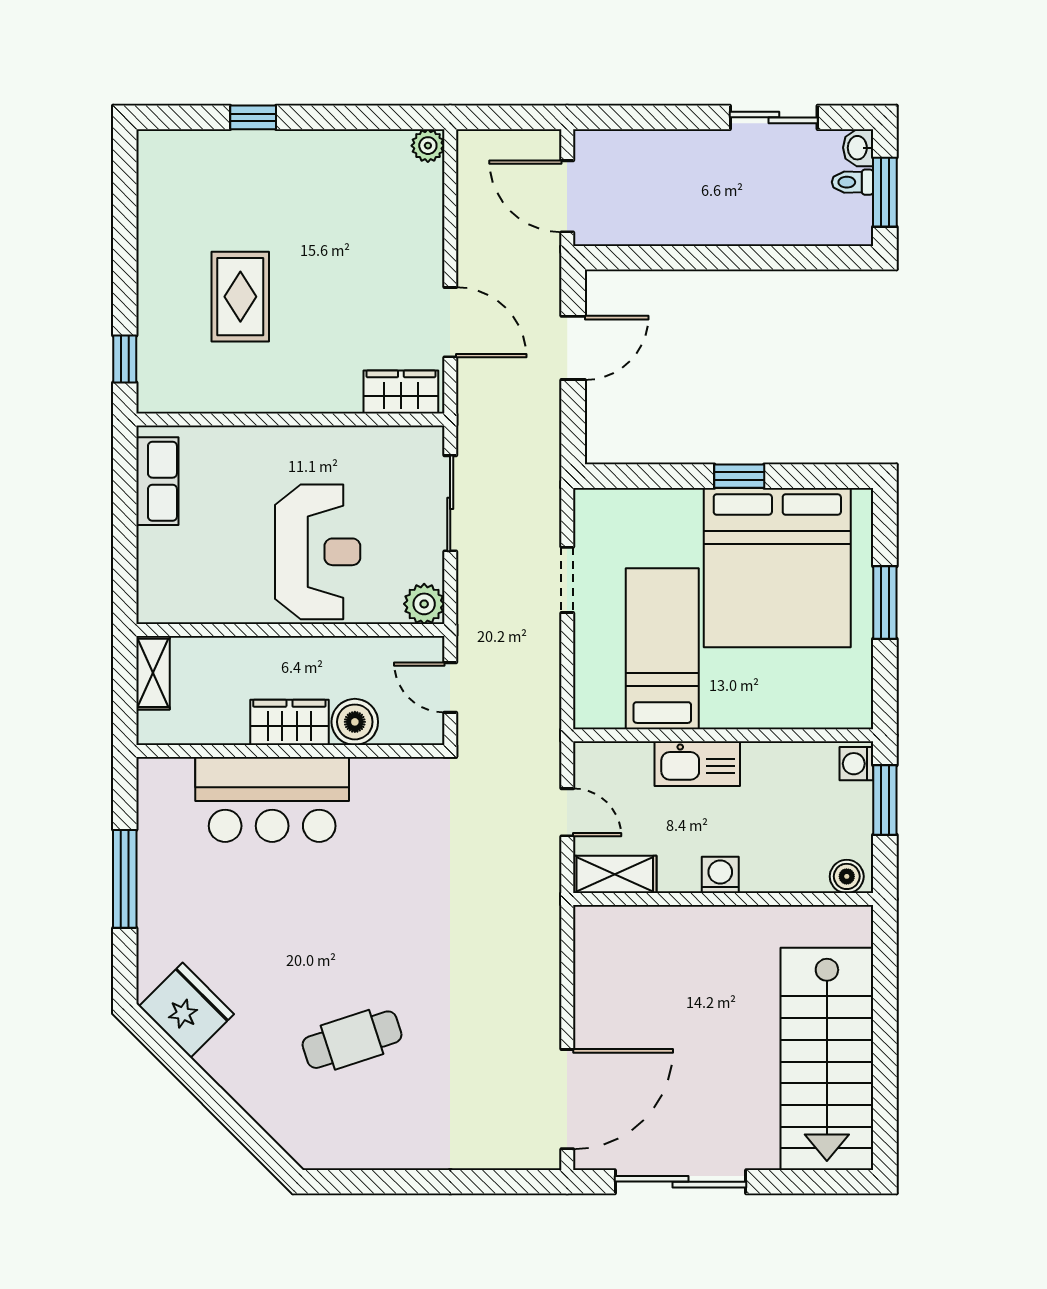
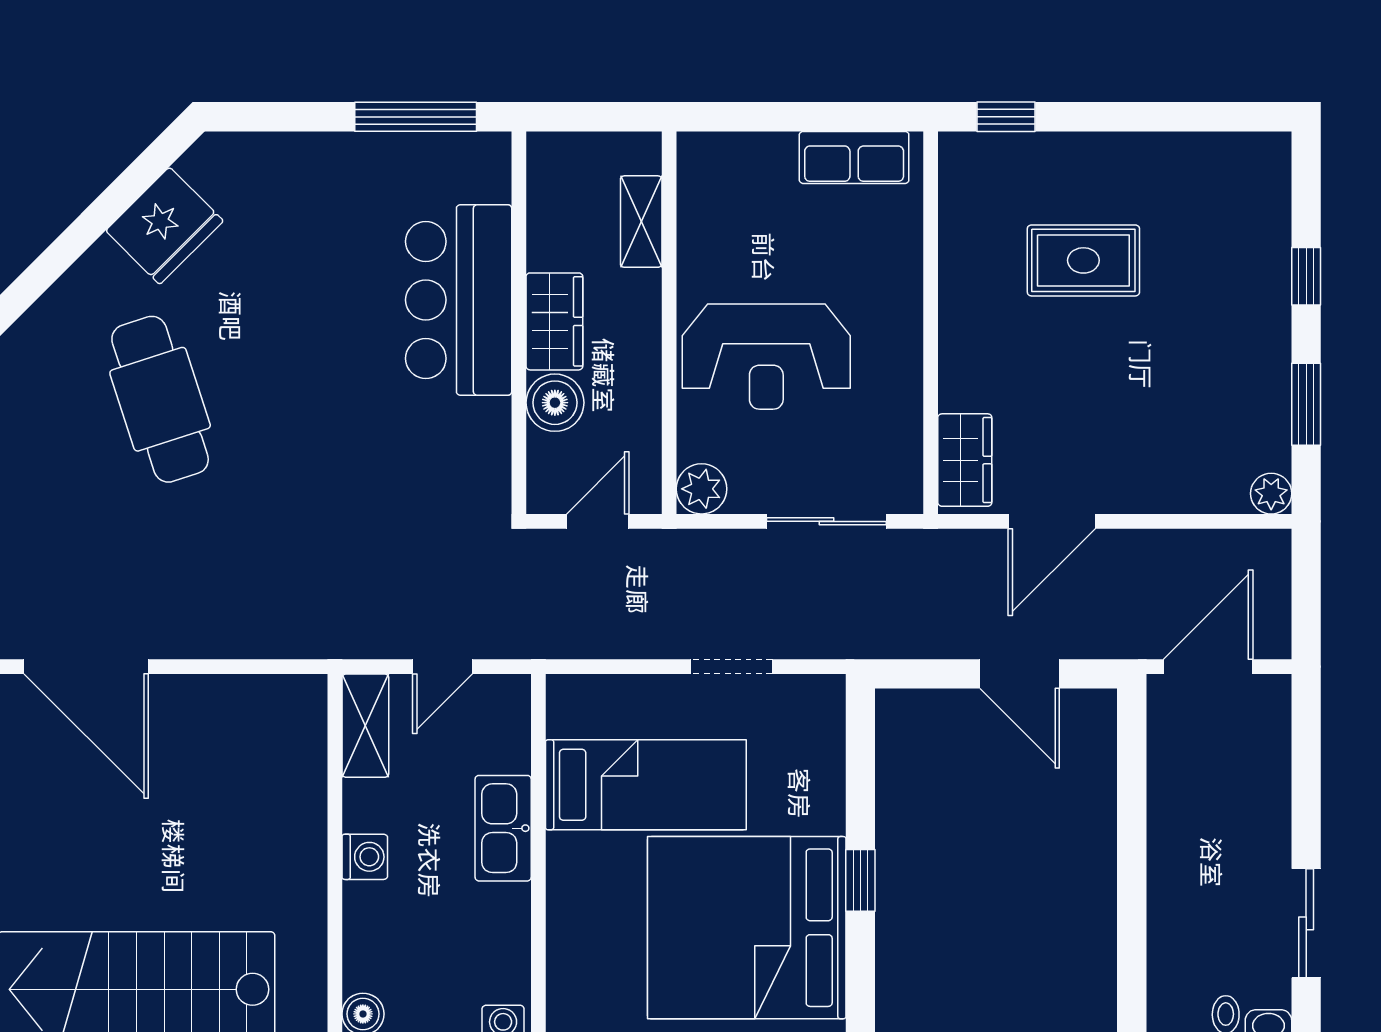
window: (356, 117) -> (1306, 404), added
shelving: (153, 673) -> (641, 222), moved, turned 90
window: (125, 879) -> (416, 117), moved
fridge: (186, 1010) -> (165, 226), moved
cafe table: (352, 1040) -> (160, 399), width x1.37, depth x1.35

